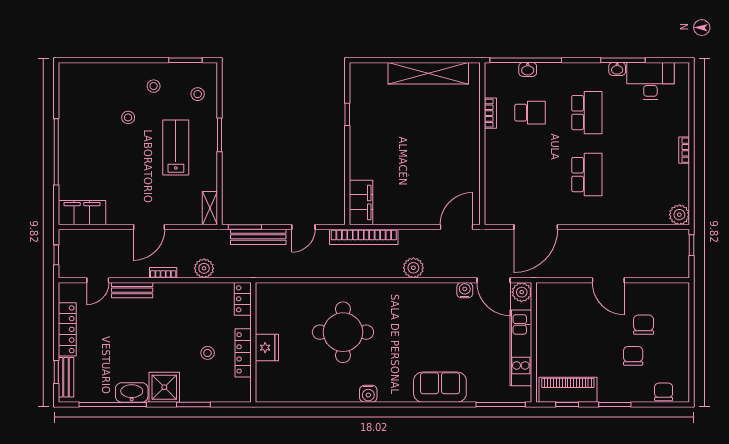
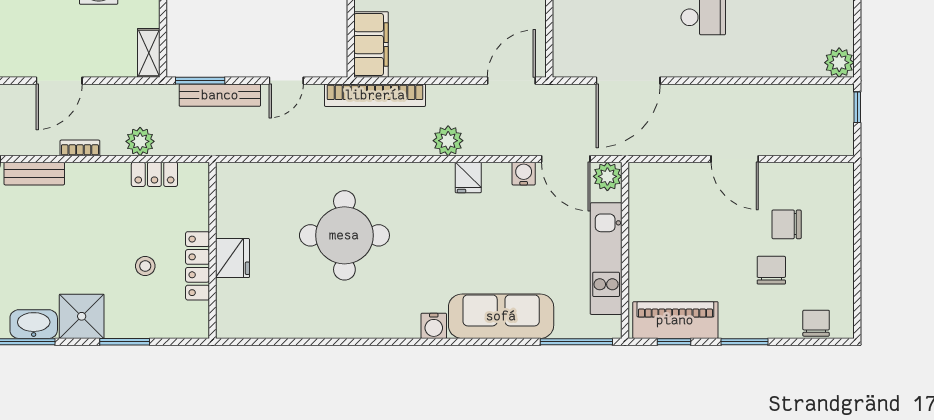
fridge: (427, 293) -> (468, 177), added
locker: (243, 299) -> (154, 174), moved, turned -90
chair: (644, 325) -> (787, 224), turned -90
sofa: (440, 387) -> (501, 316), width x1.36
water cooler: (368, 394) -> (434, 326), moved

